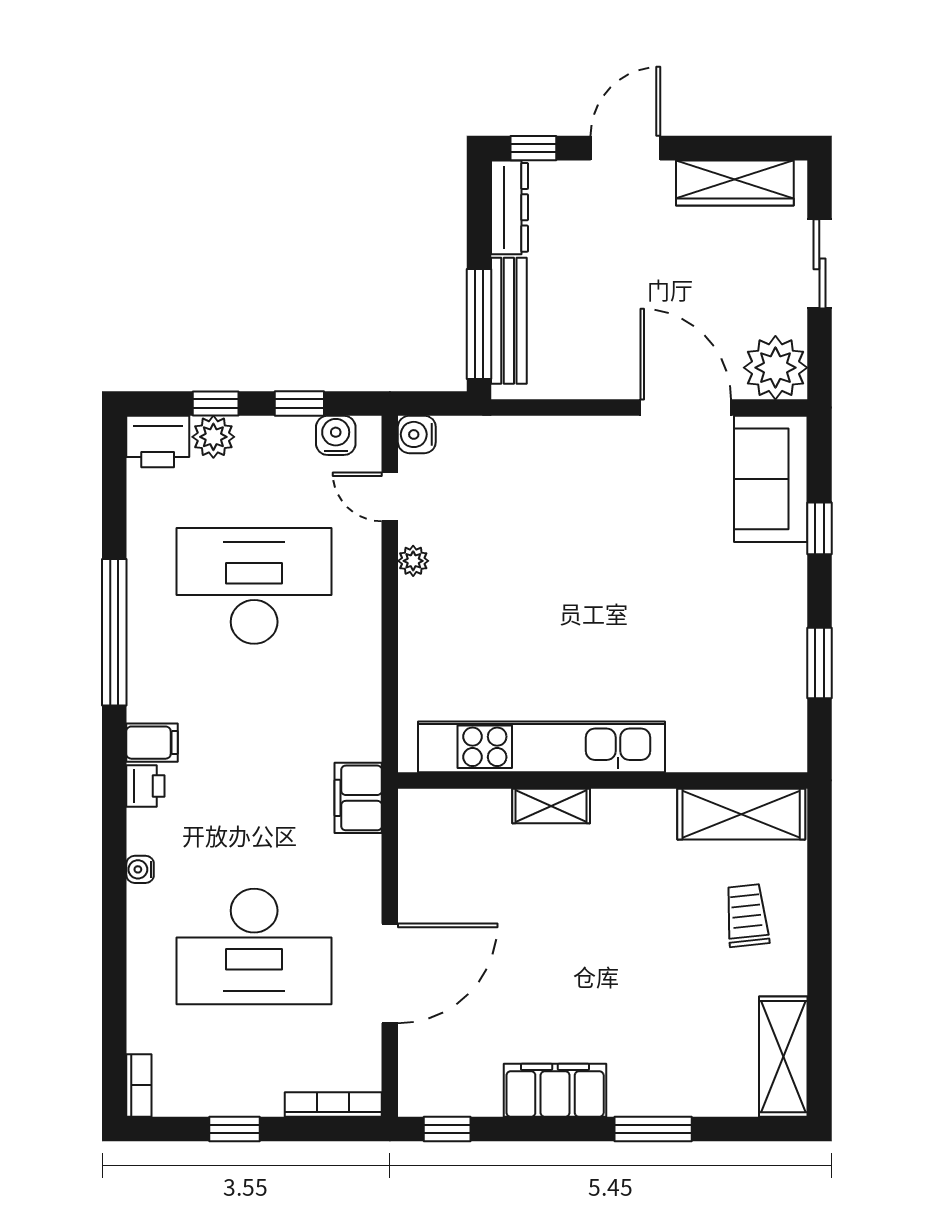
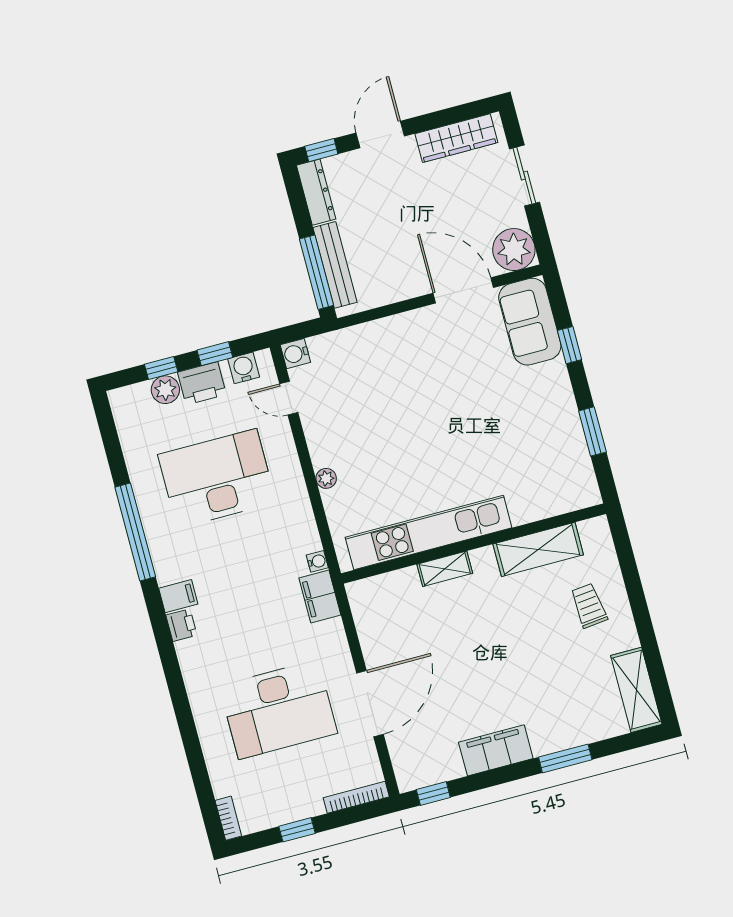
printer: (158, 442) -> (202, 383), moved
plant: (413, 561) -> (326, 478), moved
shelving: (741, 814) -> (538, 549), moved
water cooler: (140, 869) -> (317, 561), moved, turned 180

